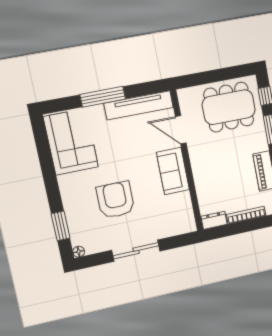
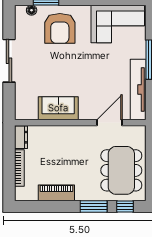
sofa: (173, 171) -> (58, 108), moved
armchair: (116, 200) -> (60, 28), moved, turned 90
floor lamp: (79, 252) -> (32, 10), moved

